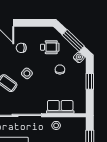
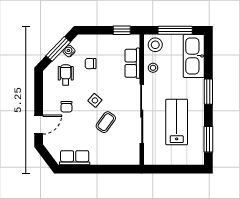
water cooler: (79, 57) -> (69, 51), moved
window: (90, 81) -> (122, 30), moved
stool: (77, 127) -> (155, 45), added

